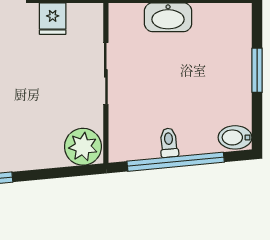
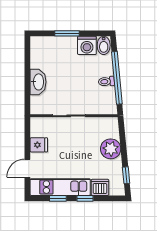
washing machine: (235, 107) -> (87, 45), added
plant: (83, 147) -> (111, 149), moved

